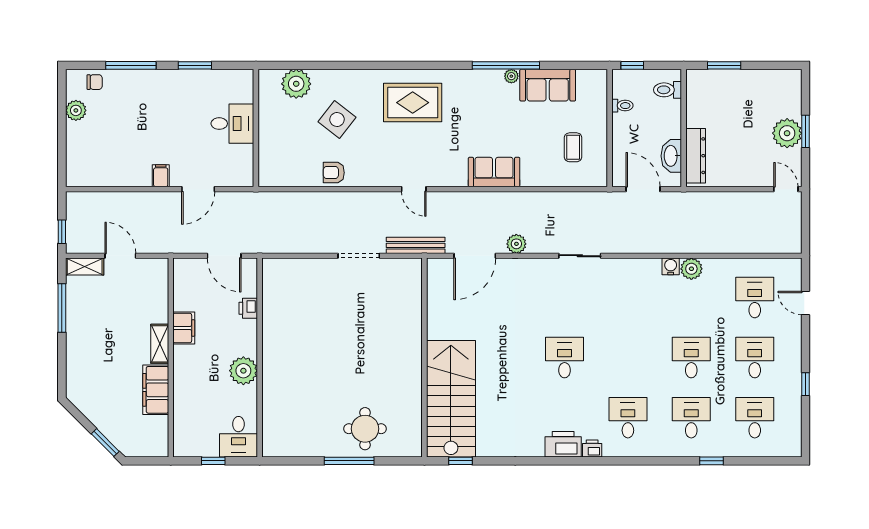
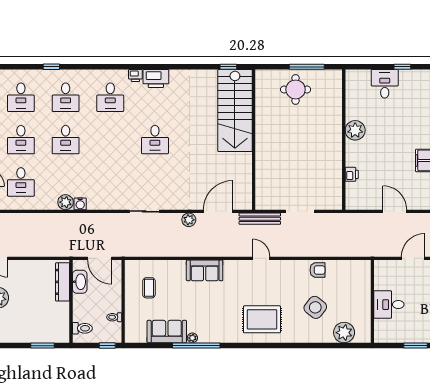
printer: (248, 308) -> (352, 174), moved
wall: (260, 358) -> (344, 140), moved
plant: (243, 371) -> (355, 130), moved

